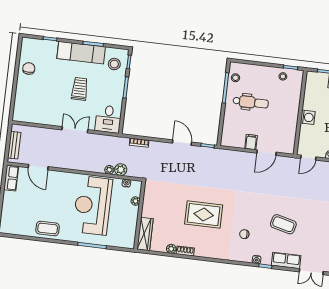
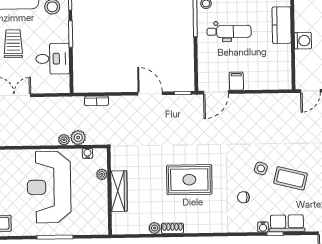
kitchen counter: (293, 103) -> (282, 25), added
desk: (108, 119) -> (53, 59), moved, turned -90
door: (267, 153) -> (216, 92), moved
side table: (261, 213) -> (261, 168), added
wardrobe: (145, 234) -> (119, 191), moved
row of seats: (286, 260) -> (287, 223), moved

